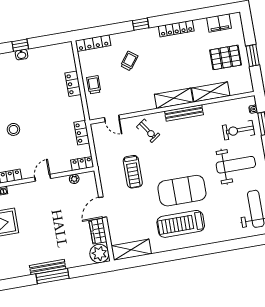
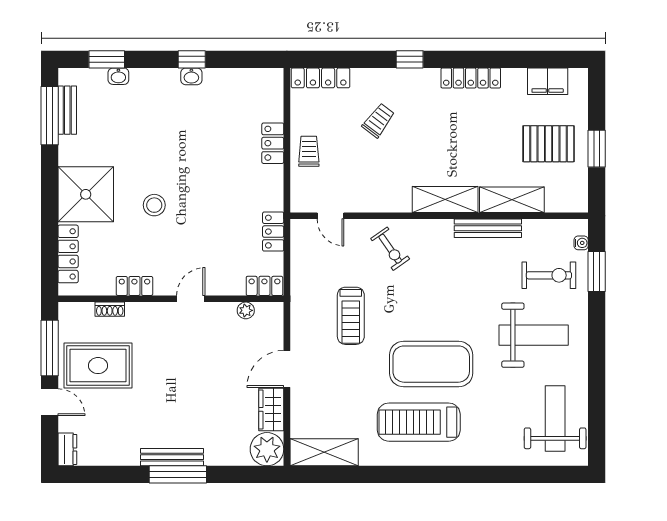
bench: (184, 113) -> (488, 228), moved
exercise bike: (238, 130) -> (549, 275), turned 180

